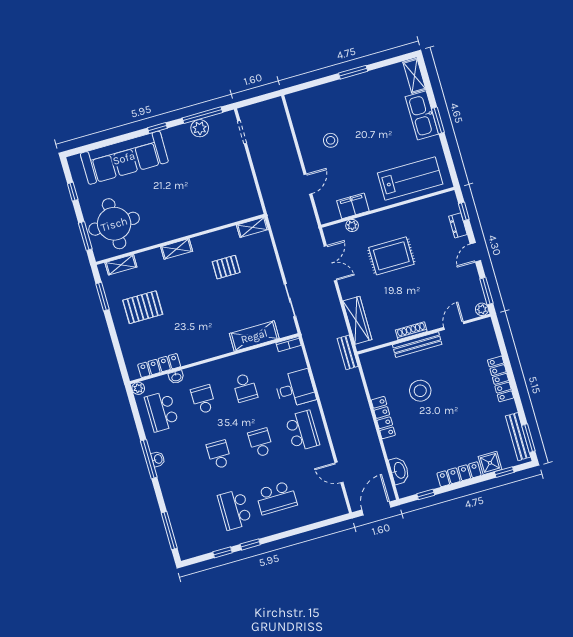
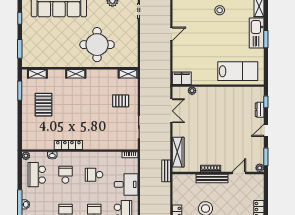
stool: (331, 140) -> (220, 10), moved
door: (308, 184) -> (171, 34), moved
filing cabinet: (353, 206) -> (182, 78), moved
round table: (114, 224) -> (97, 45), moved
rug: (391, 256) -> (212, 117), removed
pallet: (226, 267) -> (121, 101), moved
pallet: (143, 307) -> (43, 105), turned 90
shelving: (254, 336) -> (109, 143), removed
locker: (159, 366) -> (68, 145), moved
school desk: (245, 388) -> (94, 175), turned 90

